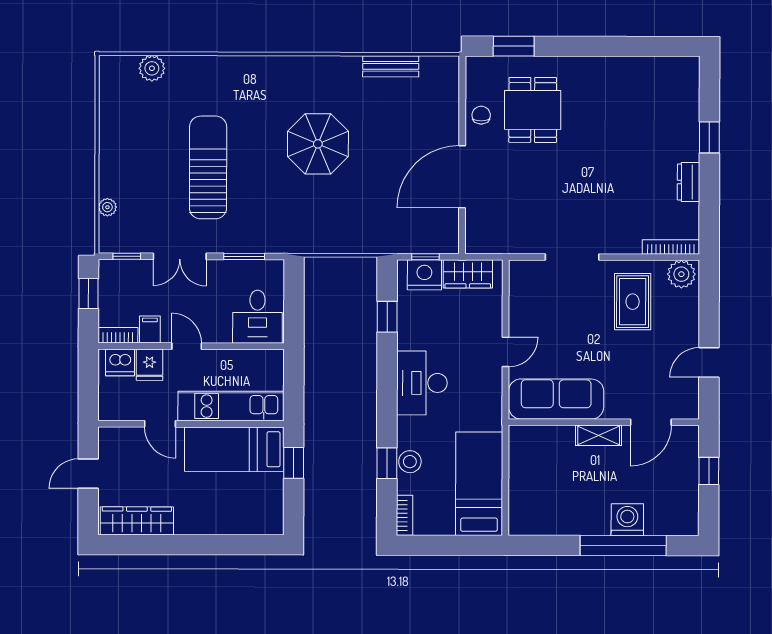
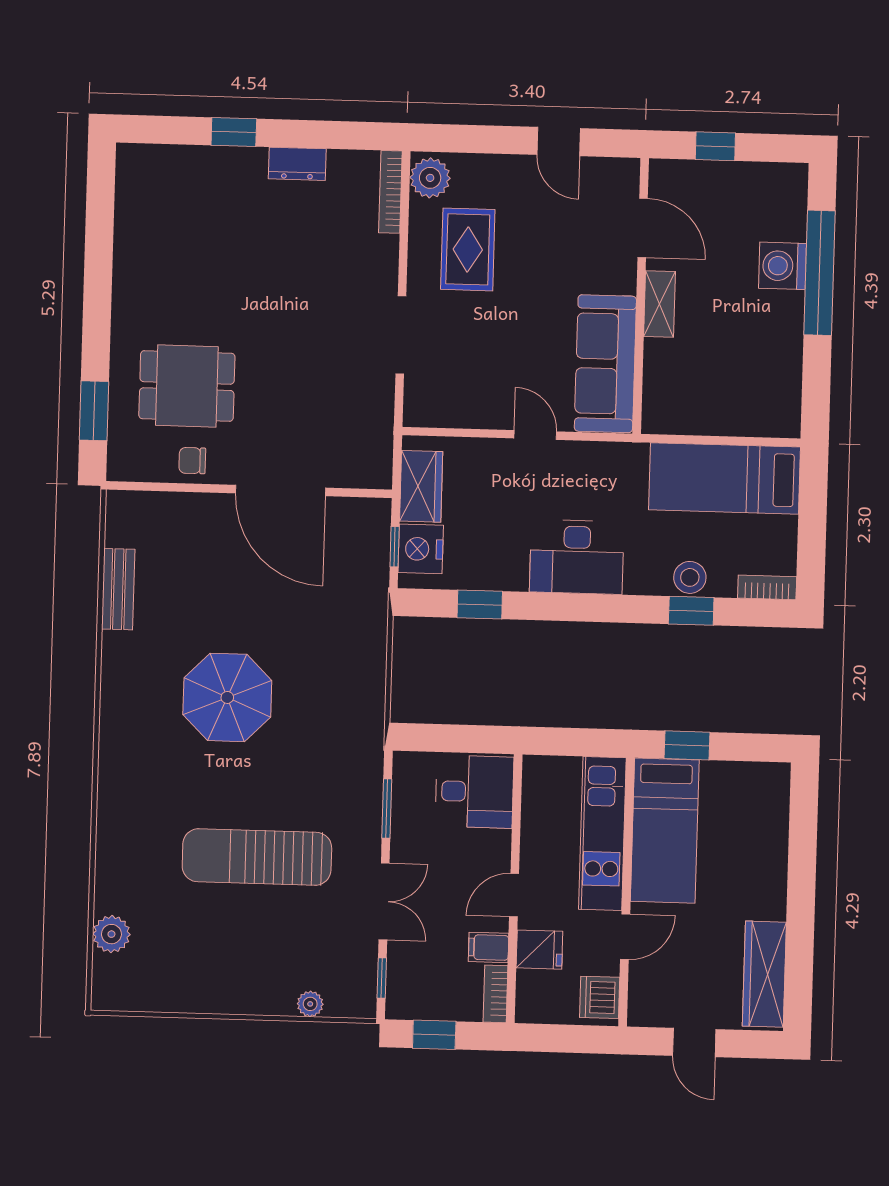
rug: (633, 302) -> (468, 249), turned 90
dishwasher: (120, 362) -> (600, 997), moved, turned 180

